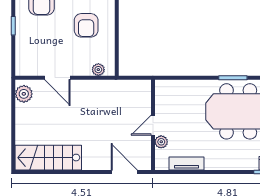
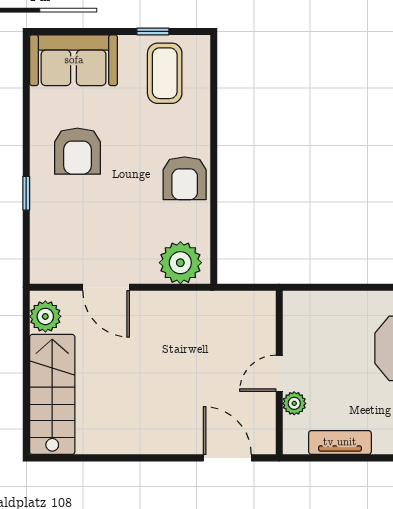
armchair: (86, 25) -> (185, 178), moved
plant: (98, 70) -> (180, 263), width x1.87, depth x1.87
stairs: (48, 158) -> (52, 394), moved, turned 90

